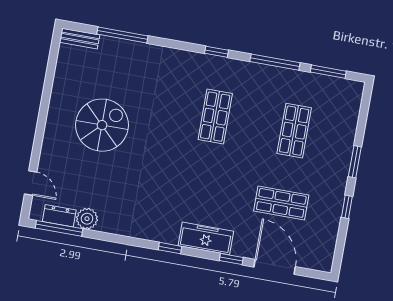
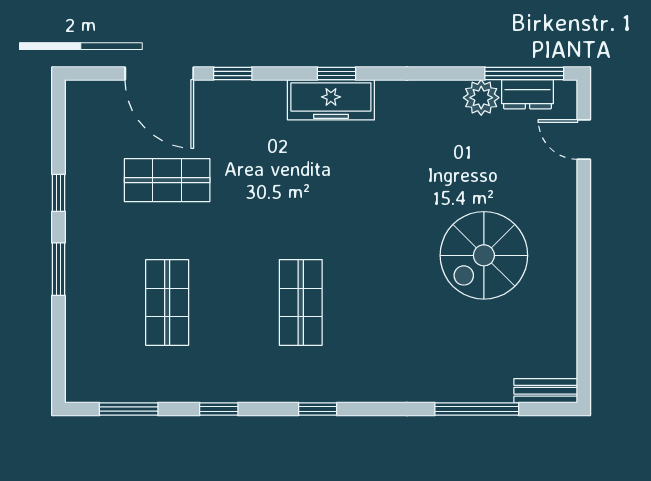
window: (275, 62) -> (219, 409), width x0.46
freezer: (206, 238) -> (331, 100), moved

